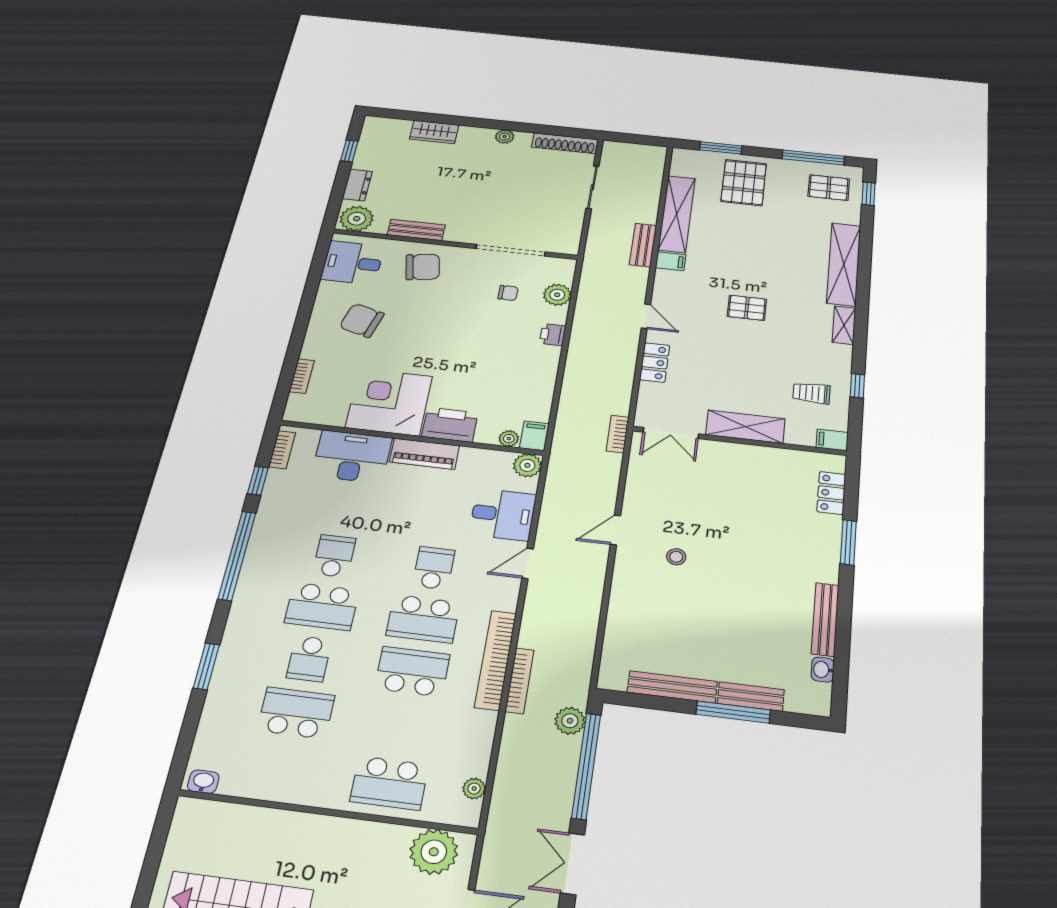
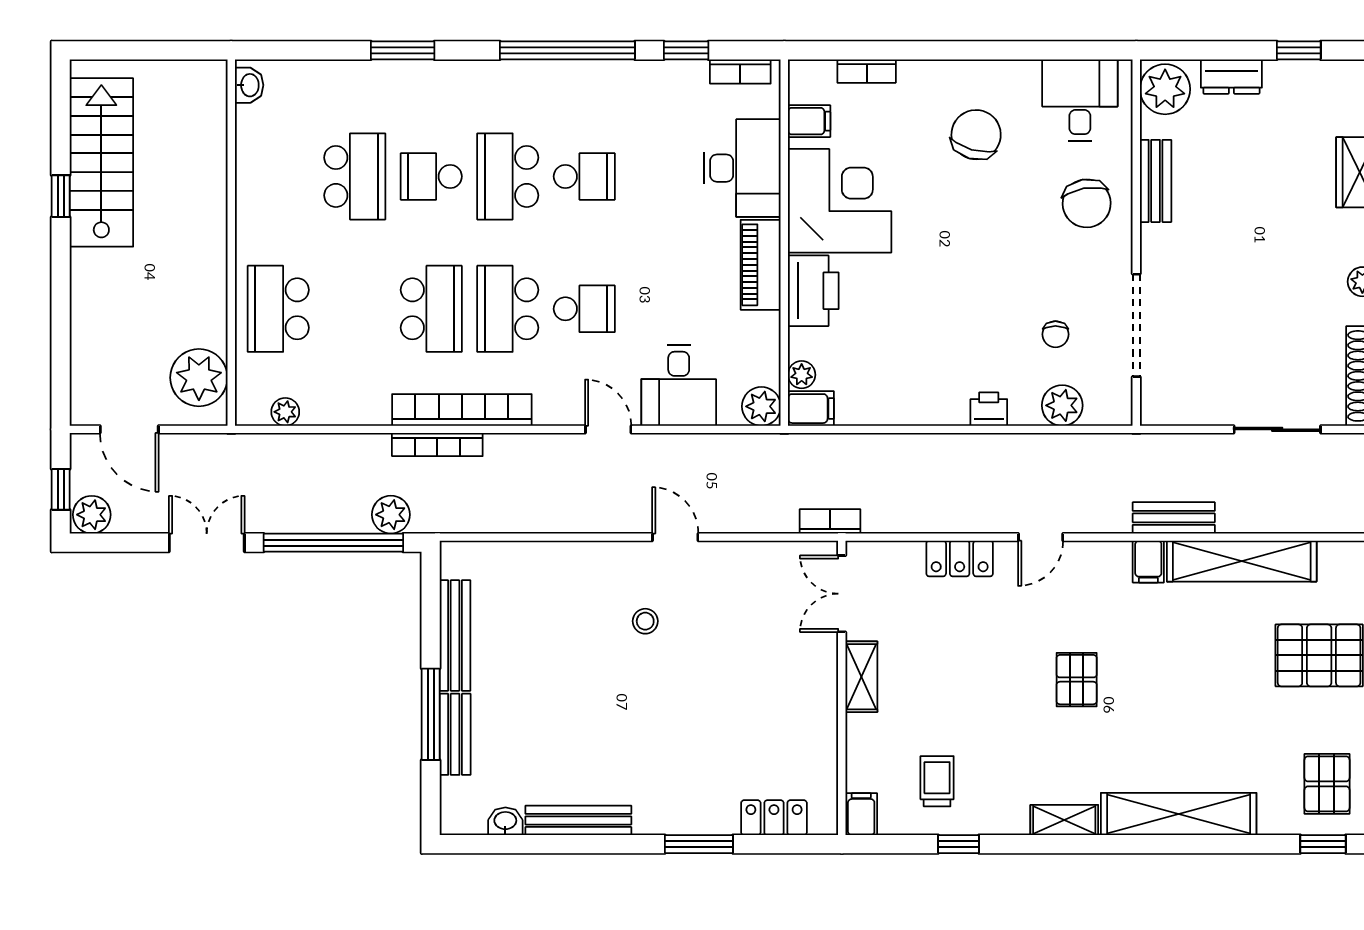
filing cabinet: (328, 413) -> (809, 121), added
shelving: (745, 427) -> (861, 677), width x0.67, depth x0.75

